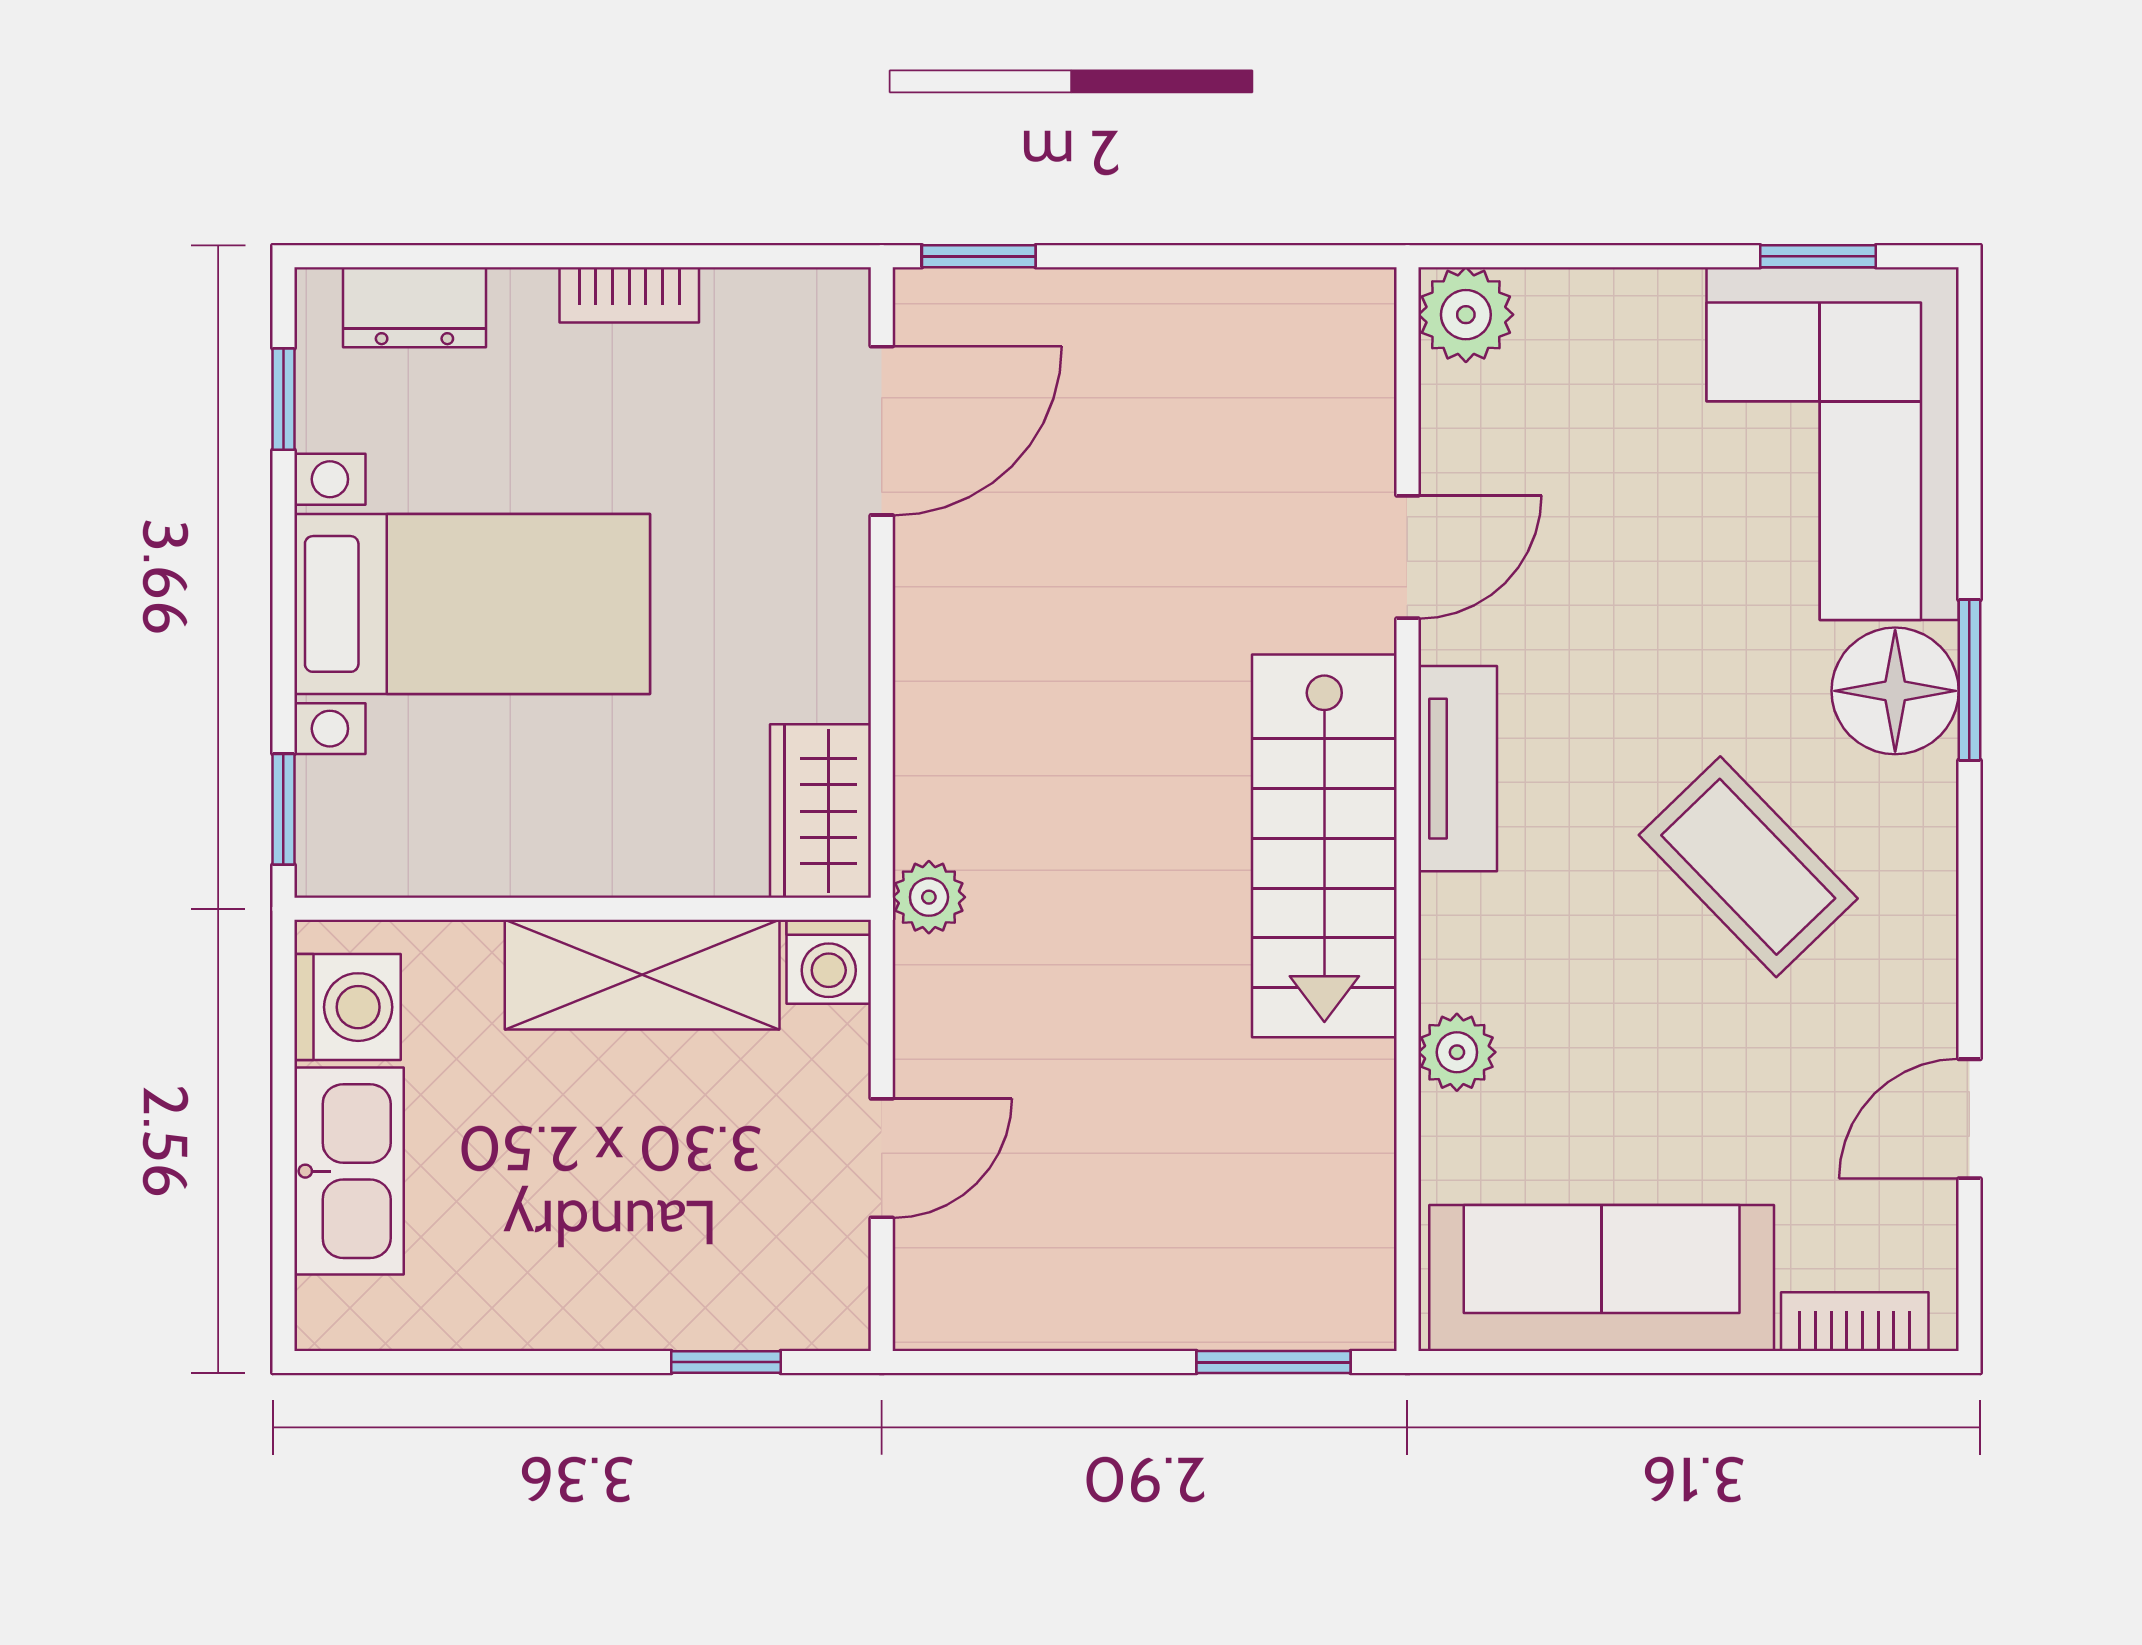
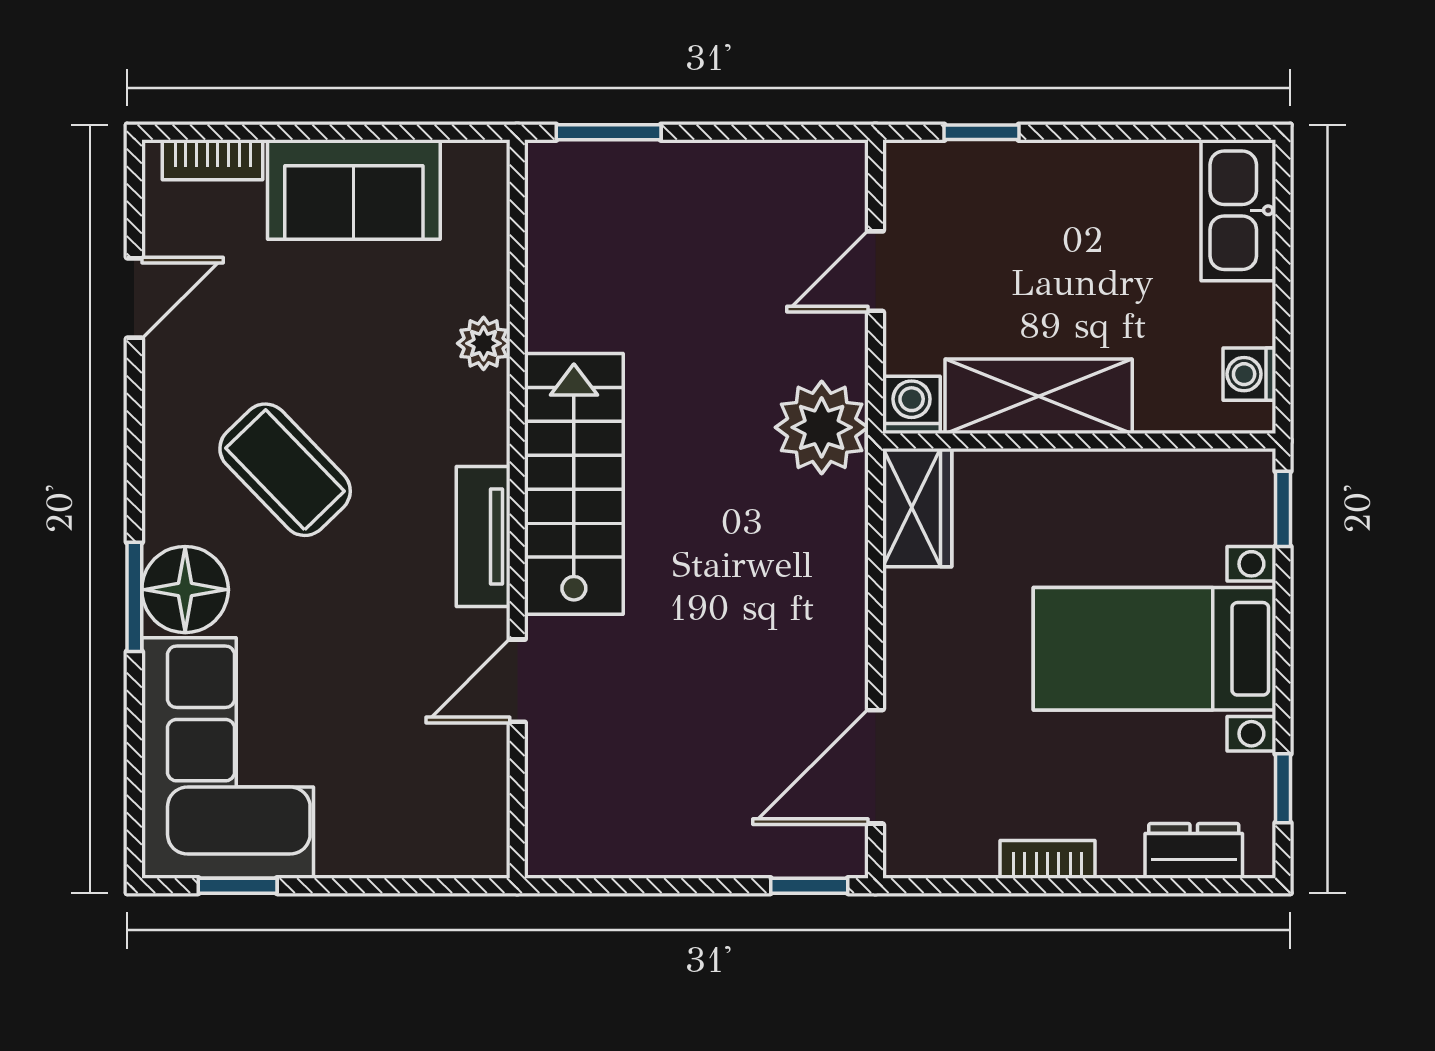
plant: (1466, 315) -> (477, 846), removed
plant: (929, 897) -> (822, 427), width x1.87, depth x1.87
washing machine: (348, 1007) -> (1249, 374), width x0.73, depth x0.73
kitchen sink: (349, 1171) -> (1238, 210), moved
sofa: (1602, 1278) -> (354, 190), width x0.73

